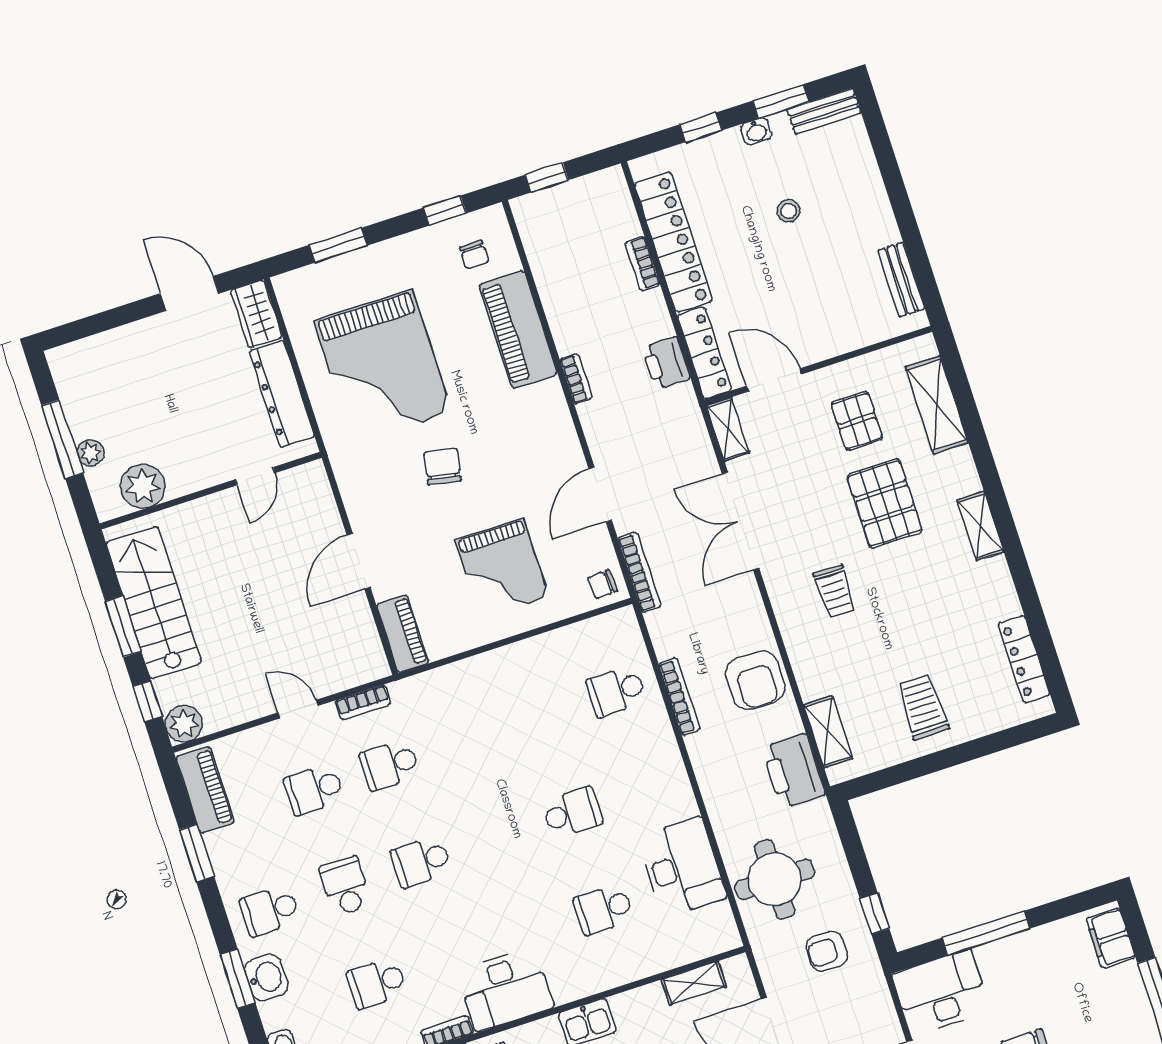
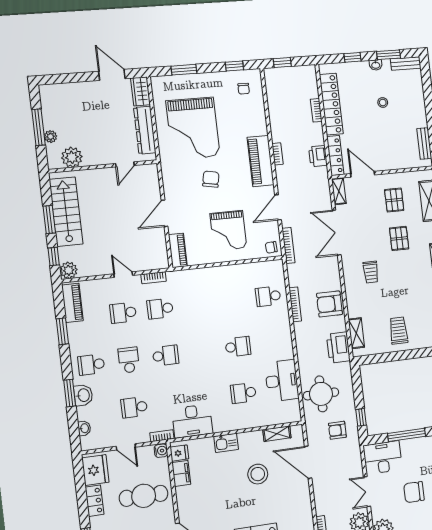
piano: (518, 329) -> (261, 161), moved
pallet: (885, 503) -> (399, 238), width x0.67, depth x0.71
armchair: (755, 680) -> (329, 304), turned 90
school desk: (421, 862) -> (166, 356), turned 180

